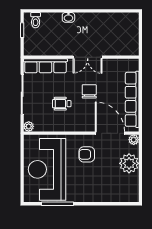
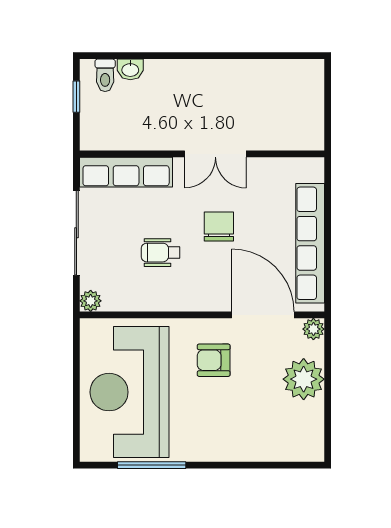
washbasin: (68, 17) -> (130, 69), moved

